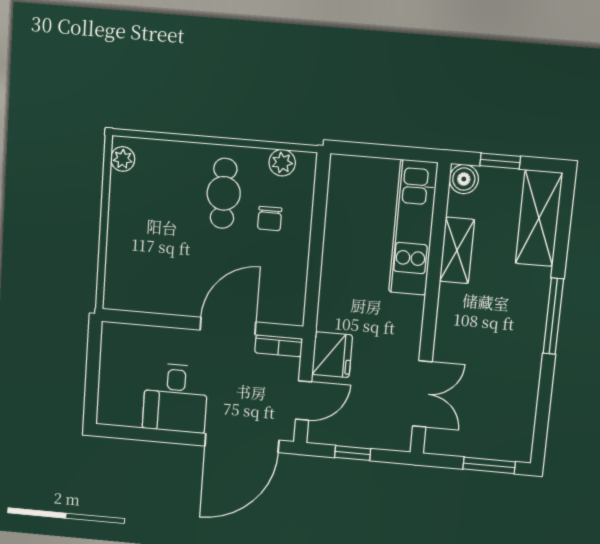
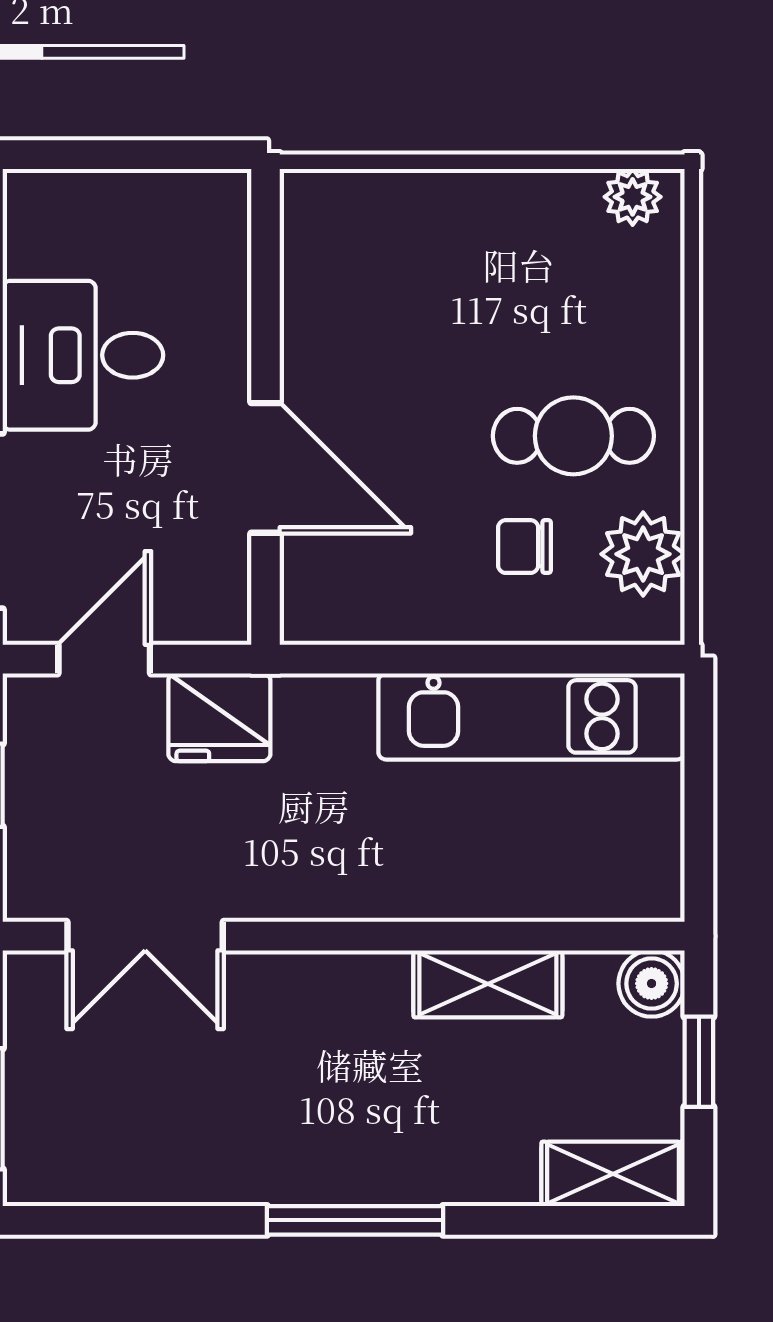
plant: (282, 163) -> (643, 554), width x1.38, depth x1.38
shelving: (539, 218) -> (613, 1174), width x0.67, depth x0.75
kitchen unit: (413, 228) -> (532, 716), moved, turned 180
bookcase: (279, 346) -> (229, 590), removed
door: (304, 401) -> (104, 659), swing flipped

